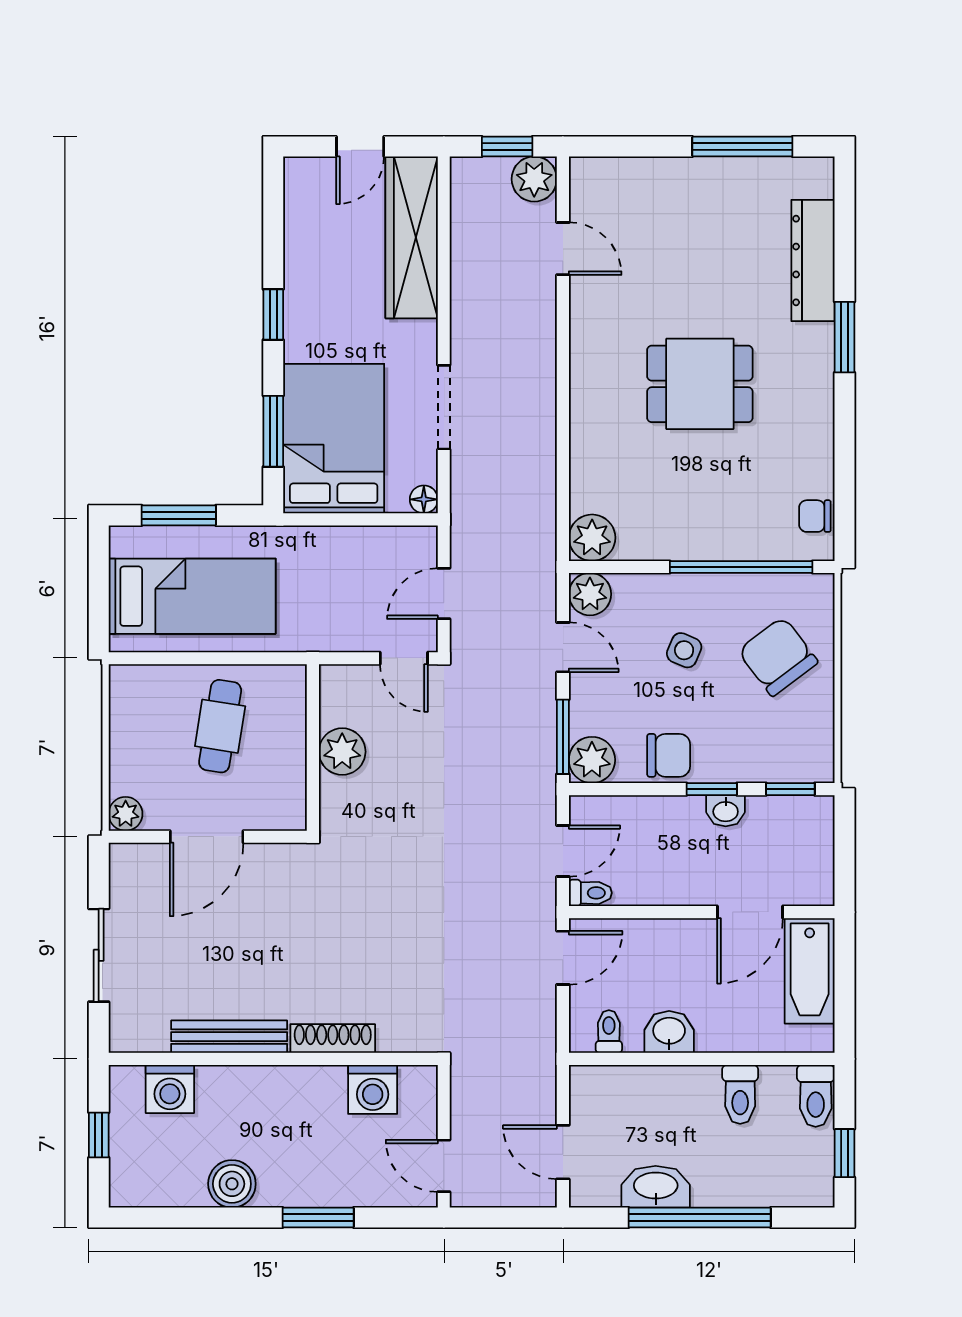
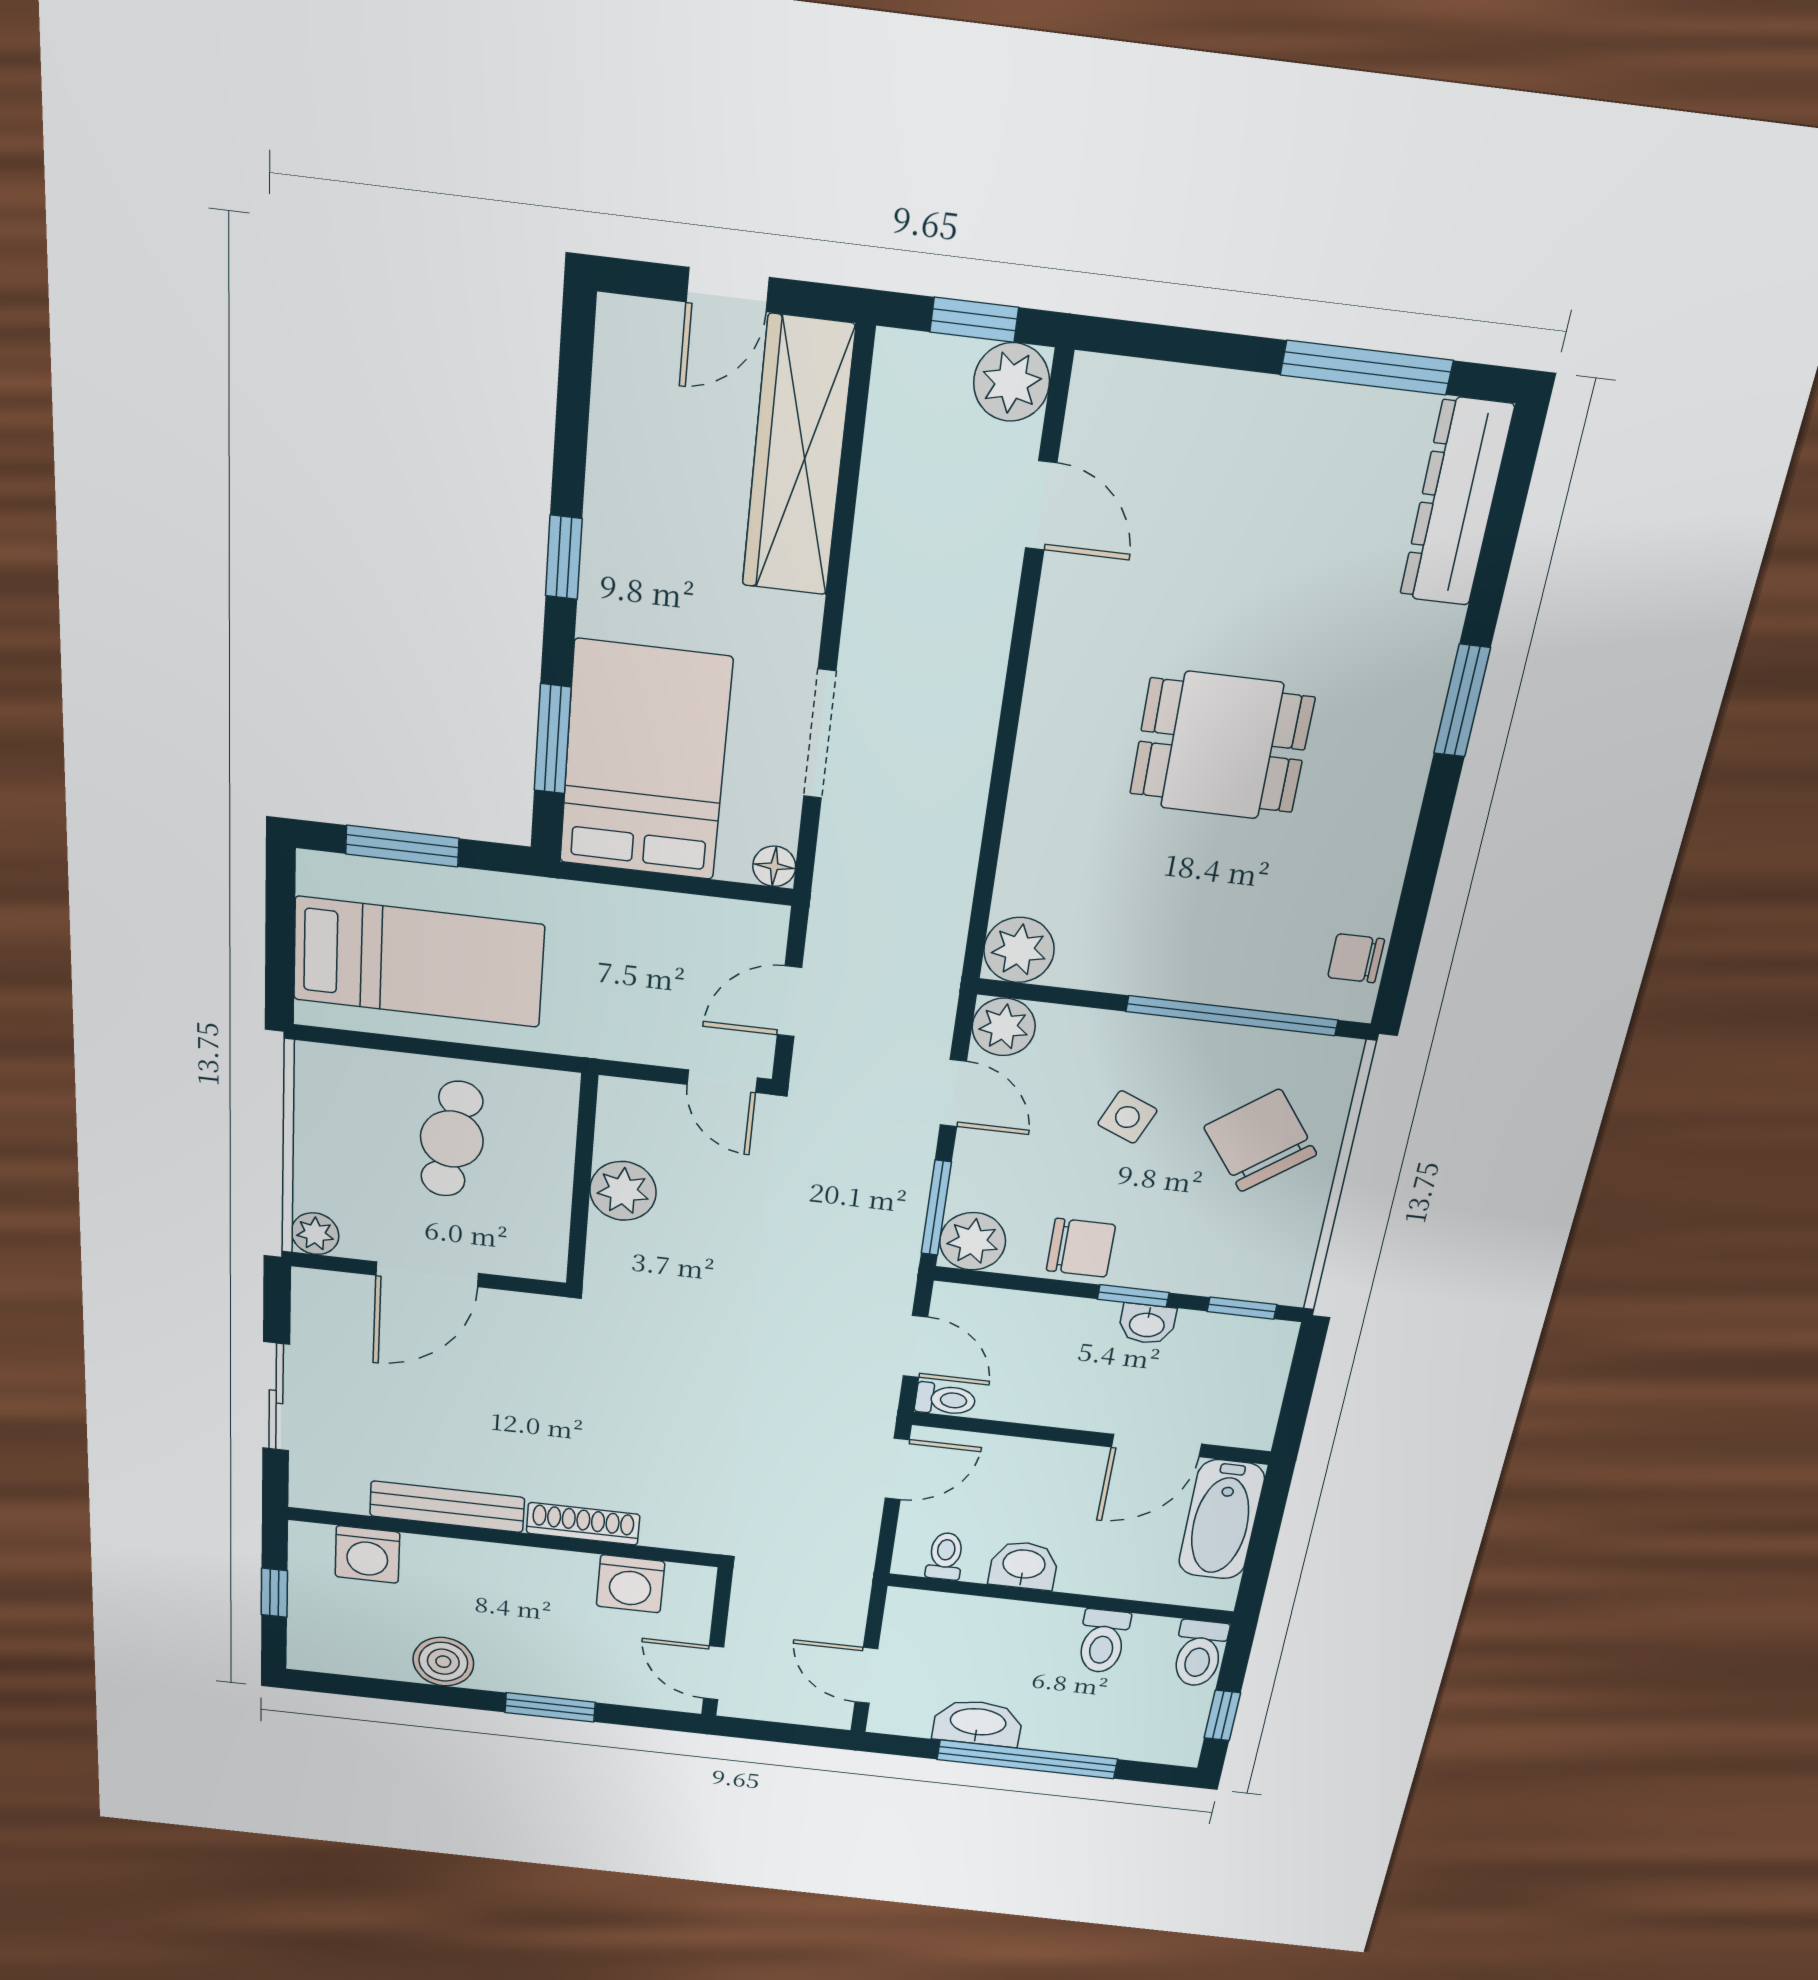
dresser: (813, 260) -> (1456, 502), moved
door: (563, 851) -> (915, 1346), hinge flipped

